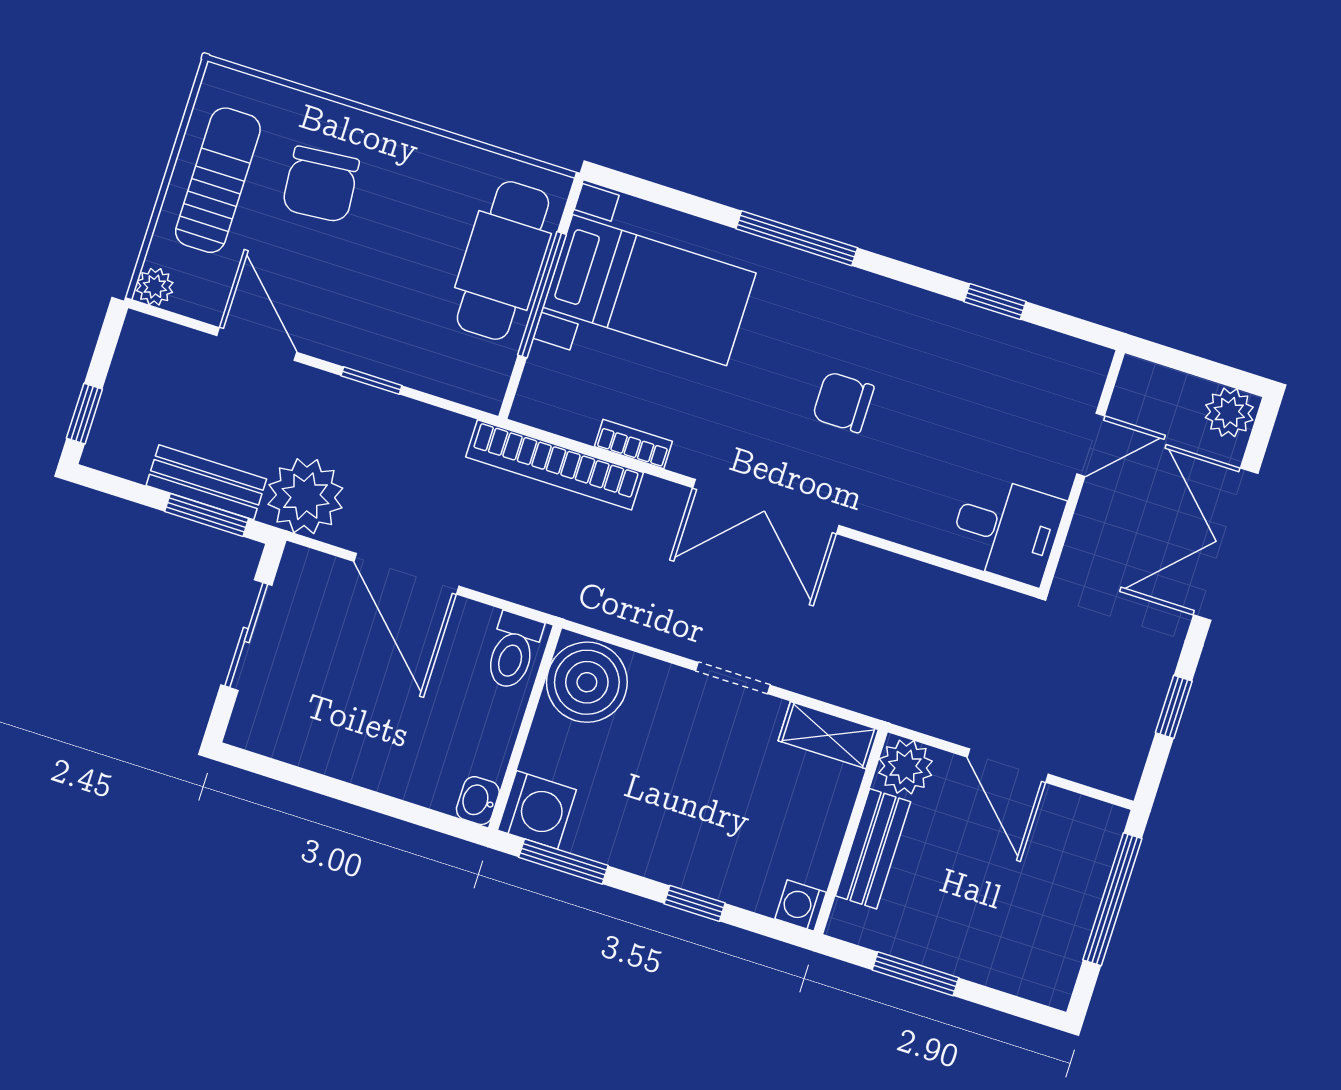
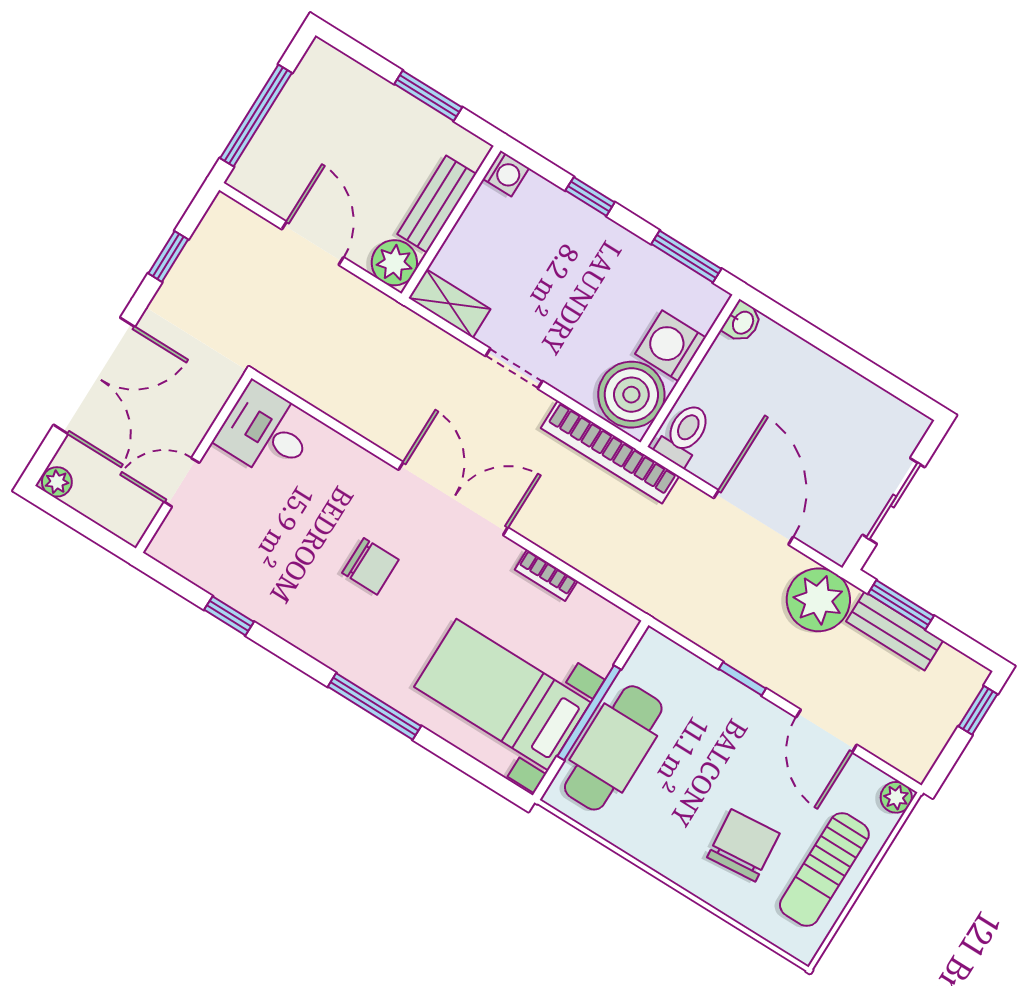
plant: (1229, 412) -> (57, 482), width x0.73, depth x0.73
bookcase: (555, 465) -> (610, 452), moved, turned 180
washing machine: (537, 810) -> (670, 346), moved

